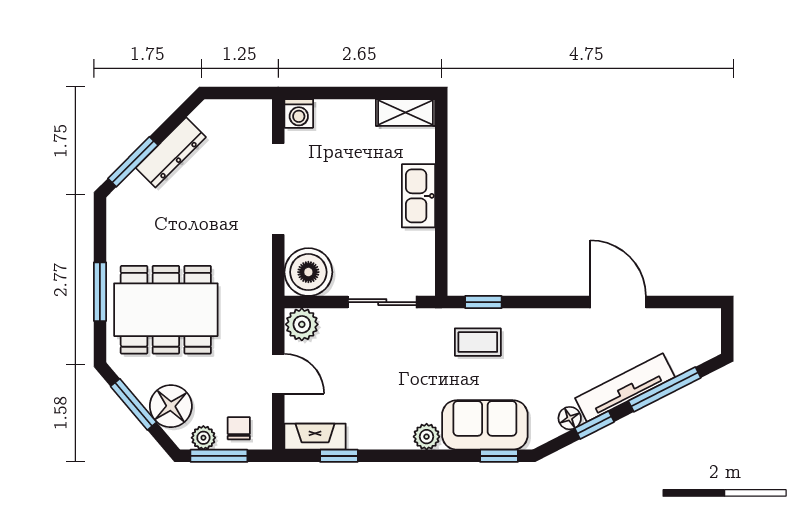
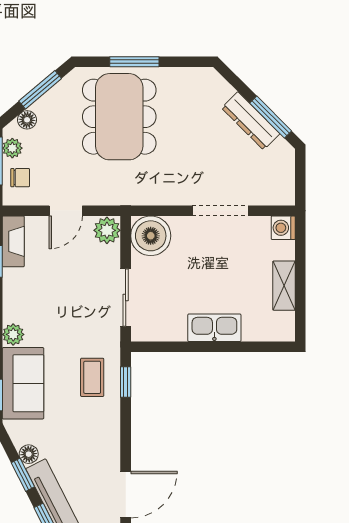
shelving: (405, 112) -> (284, 286), moved
window: (133, 162) -> (271, 117), moved
doorway: (278, 189) -> (220, 211), width x0.73
floor lamp: (171, 406) -> (27, 120), width x0.53, depth x0.53

